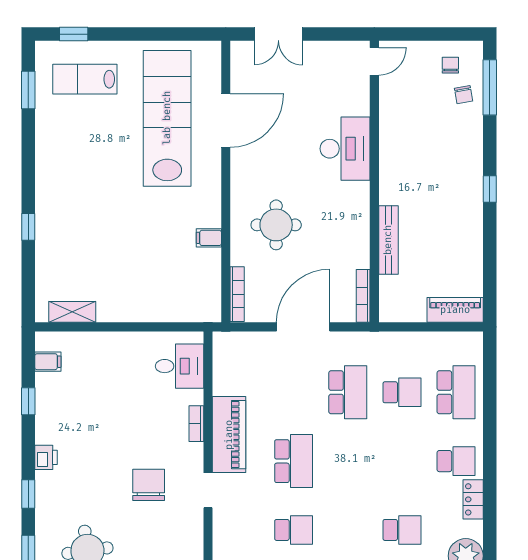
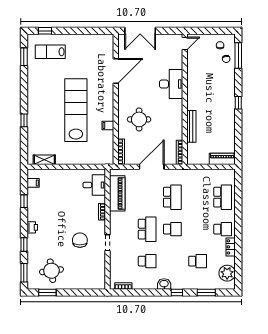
double door: (278, 34) -> (140, 31), width x1.37
lab bench: (167, 118) -> (76, 110), moved
school desk: (402, 392) -> (172, 229), moved
piano: (229, 435) -> (117, 193), moved

